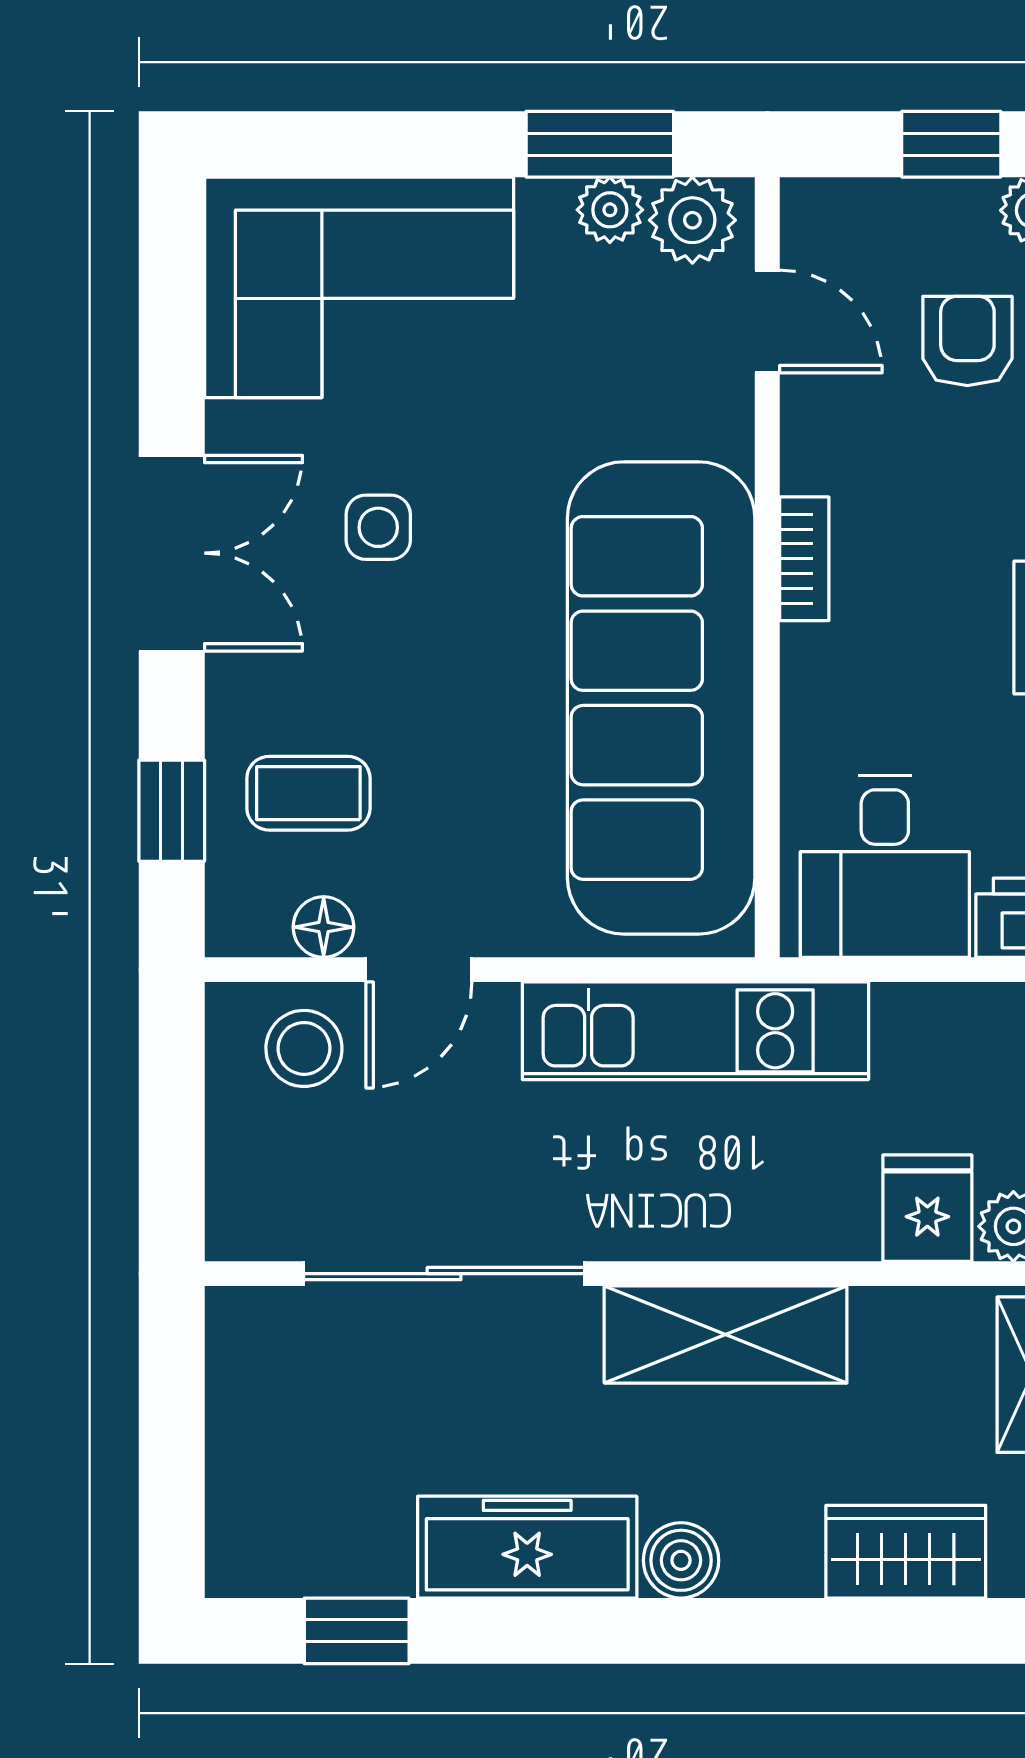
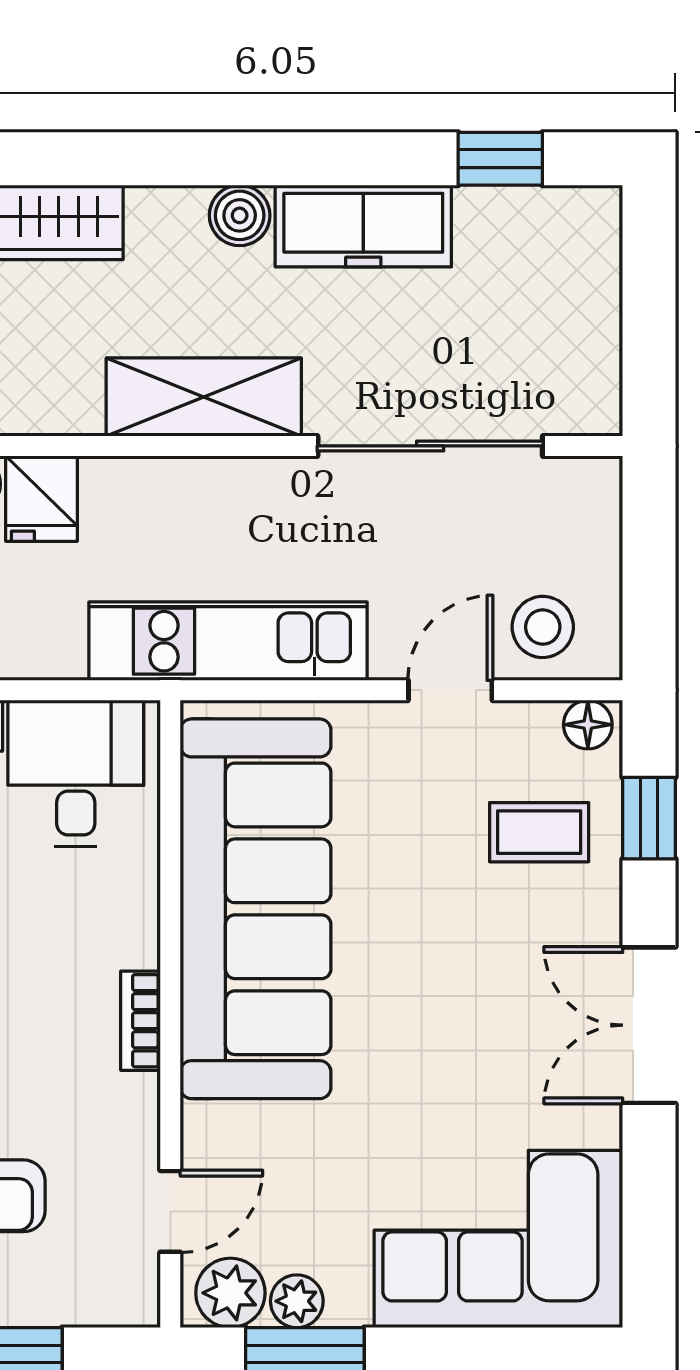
door: (767, 322) -> (170, 1211), swing flipped
side table: (378, 527) -> (483, 1046), removed
floor lamp: (324, 927) -> (588, 725), moved

